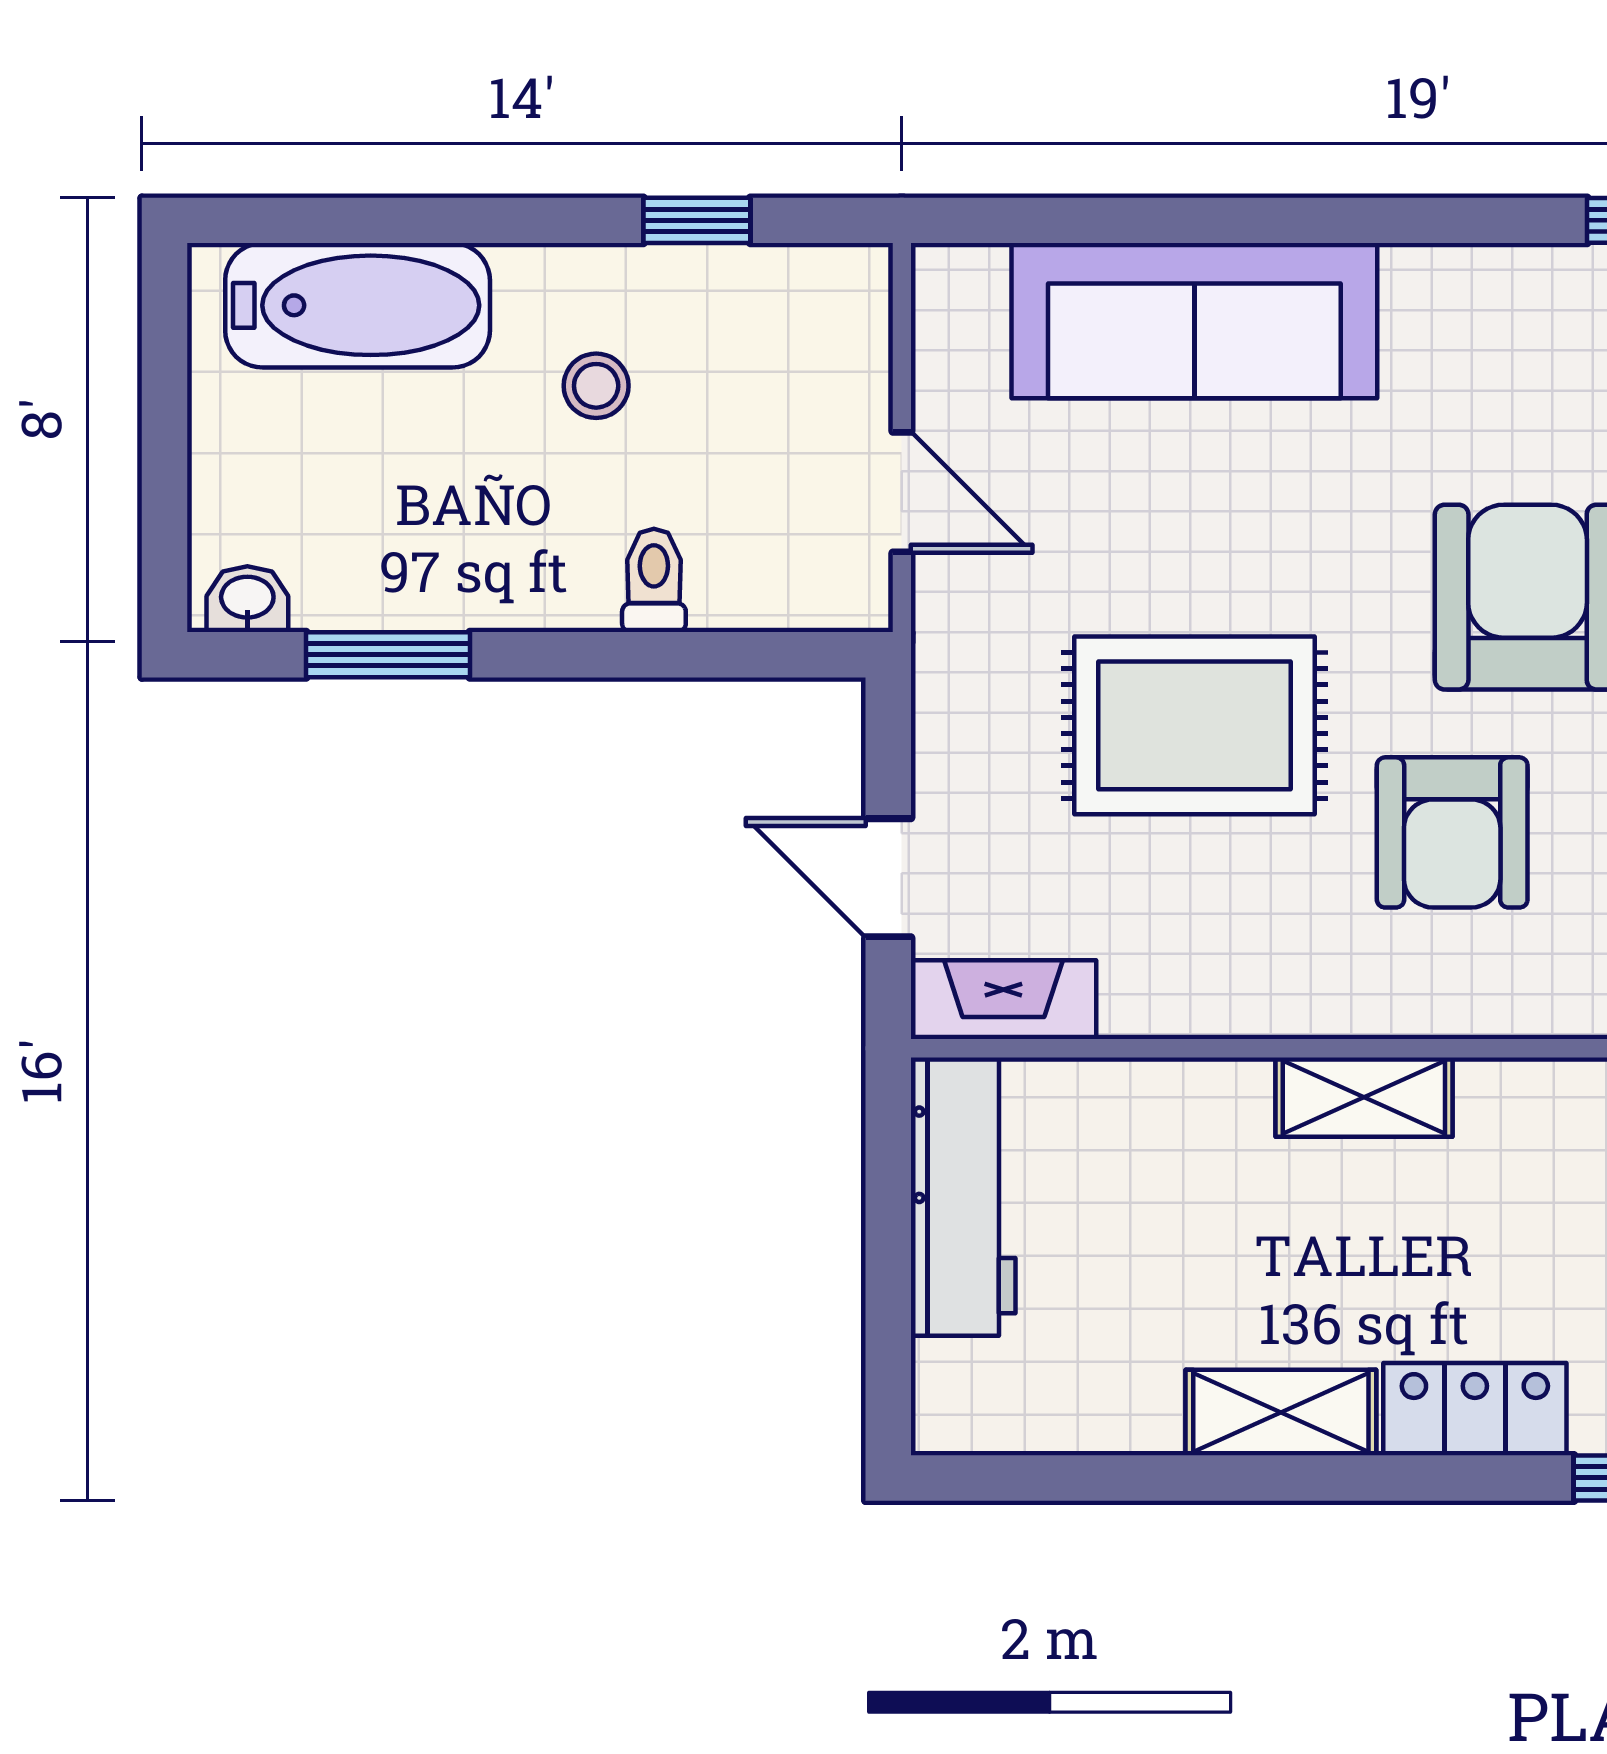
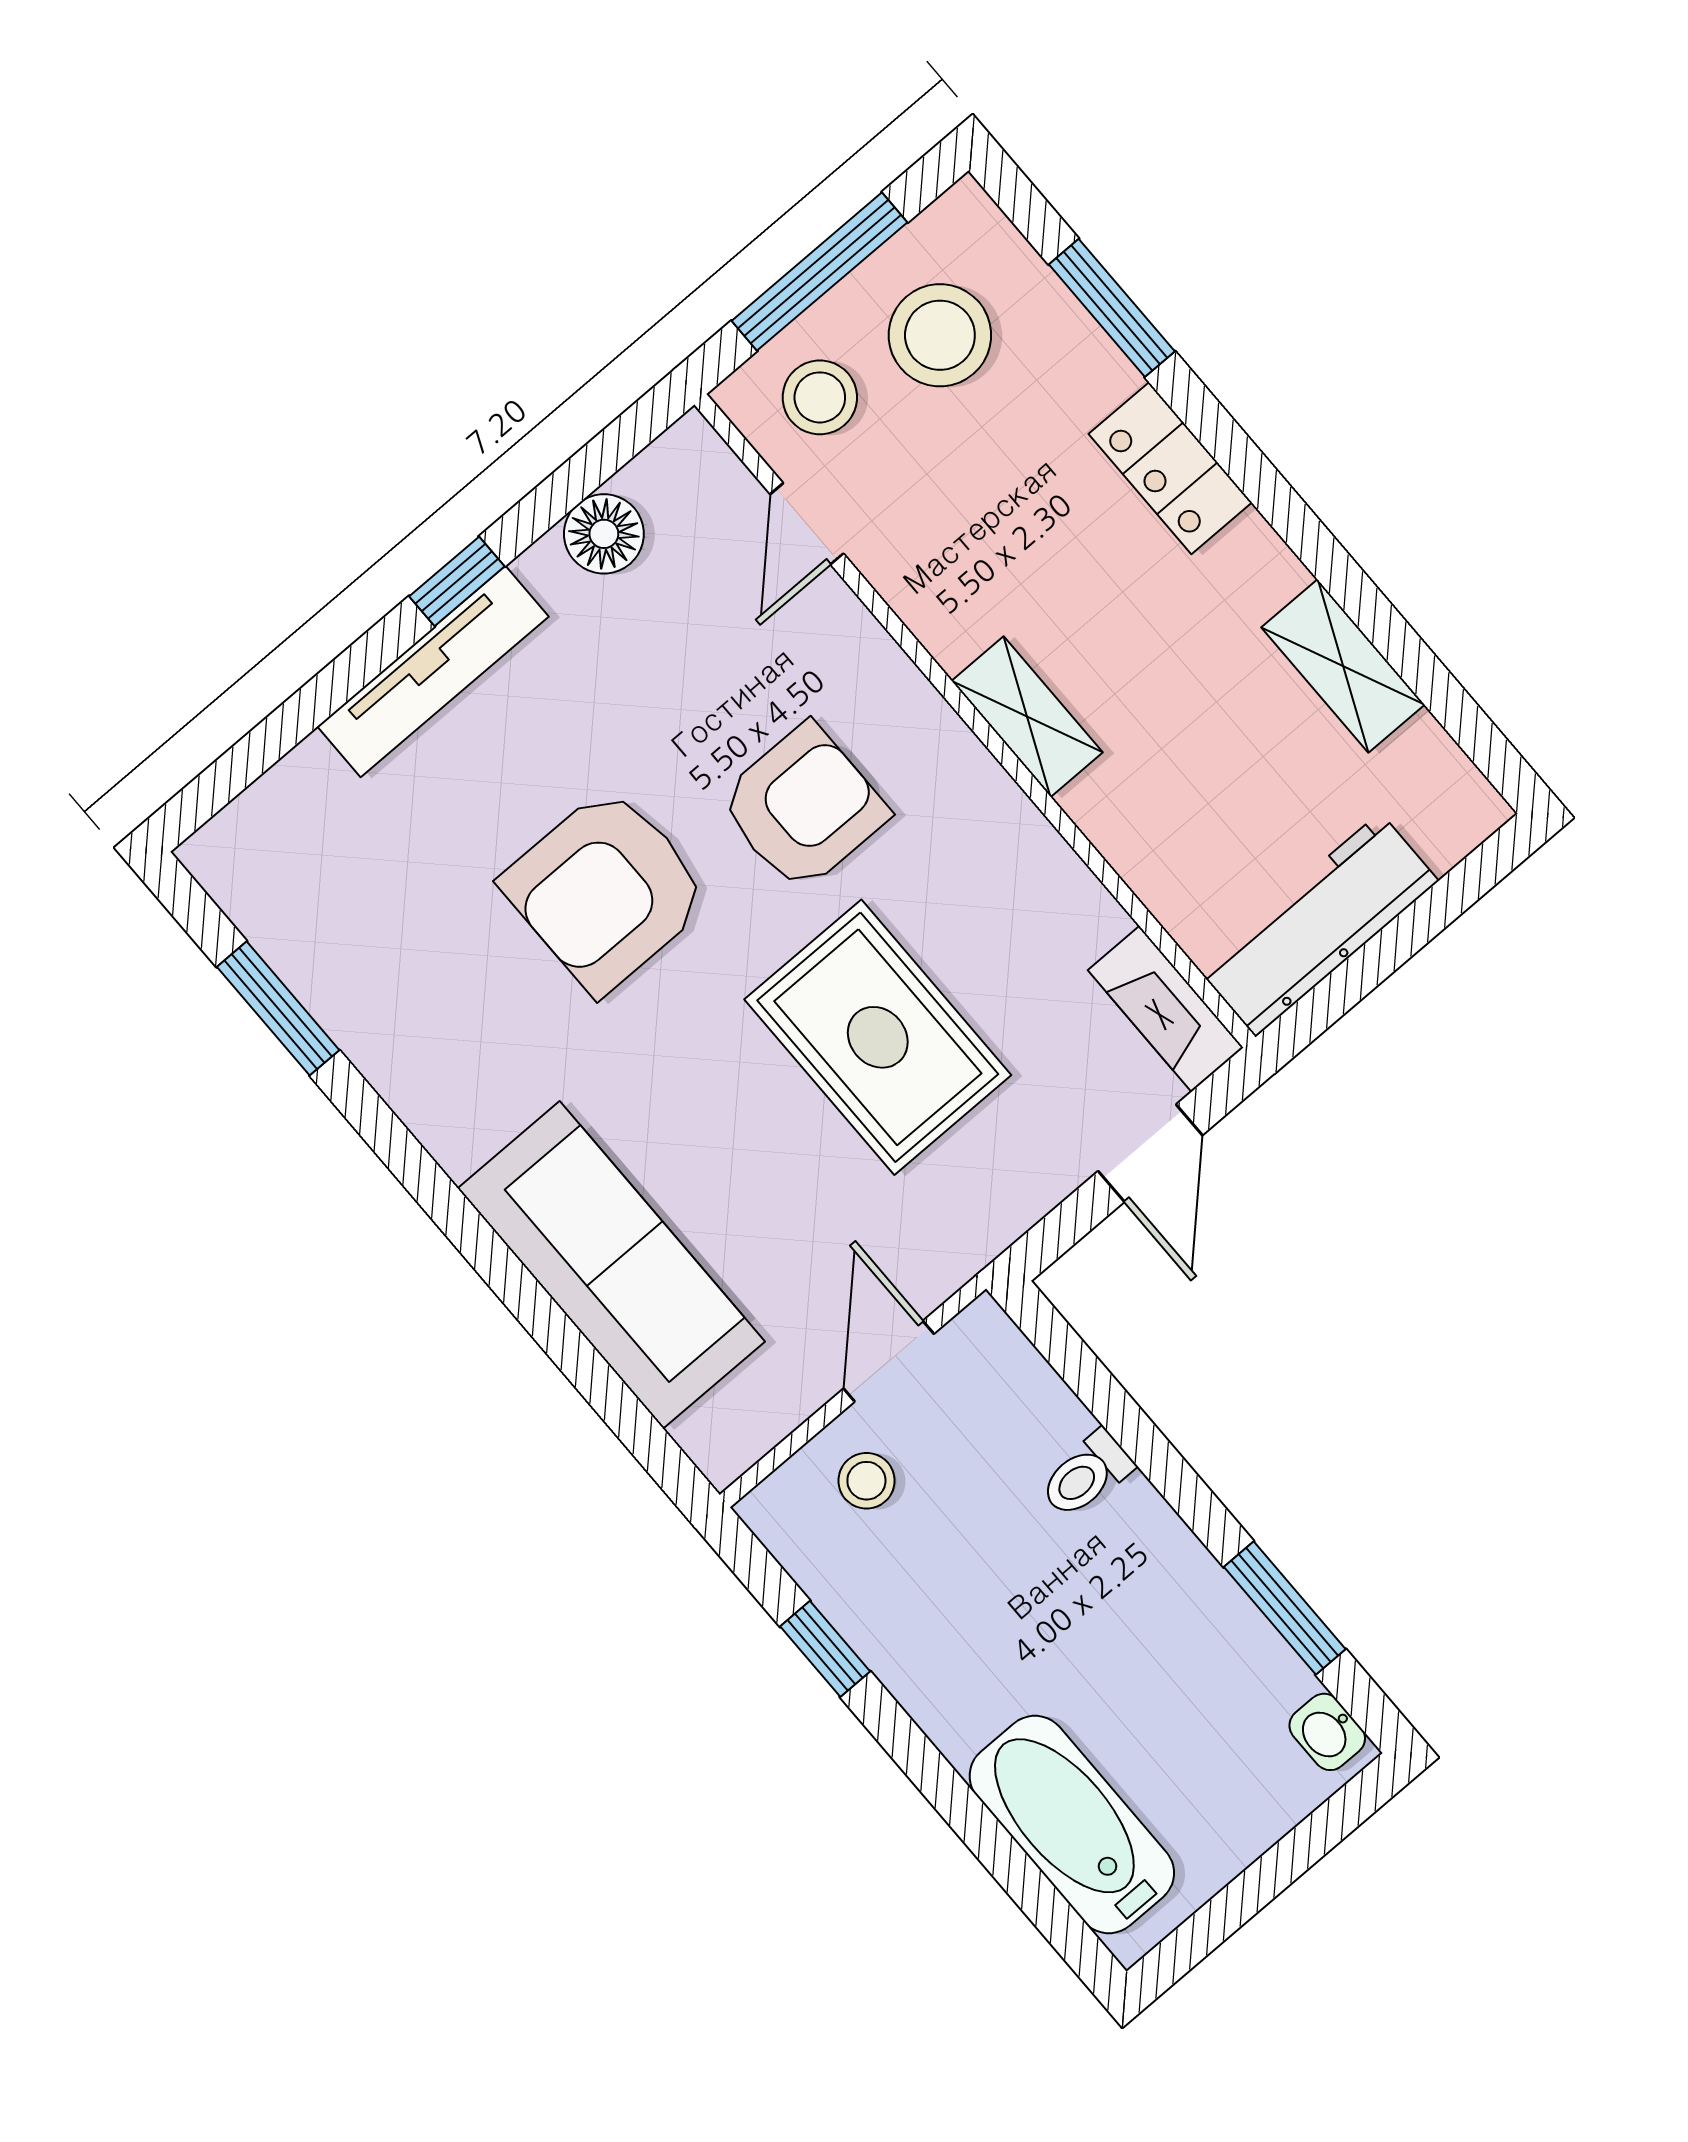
stool: (596, 386) -> (866, 1481), moved
shelving: (1281, 1412) -> (1343, 666), moved

